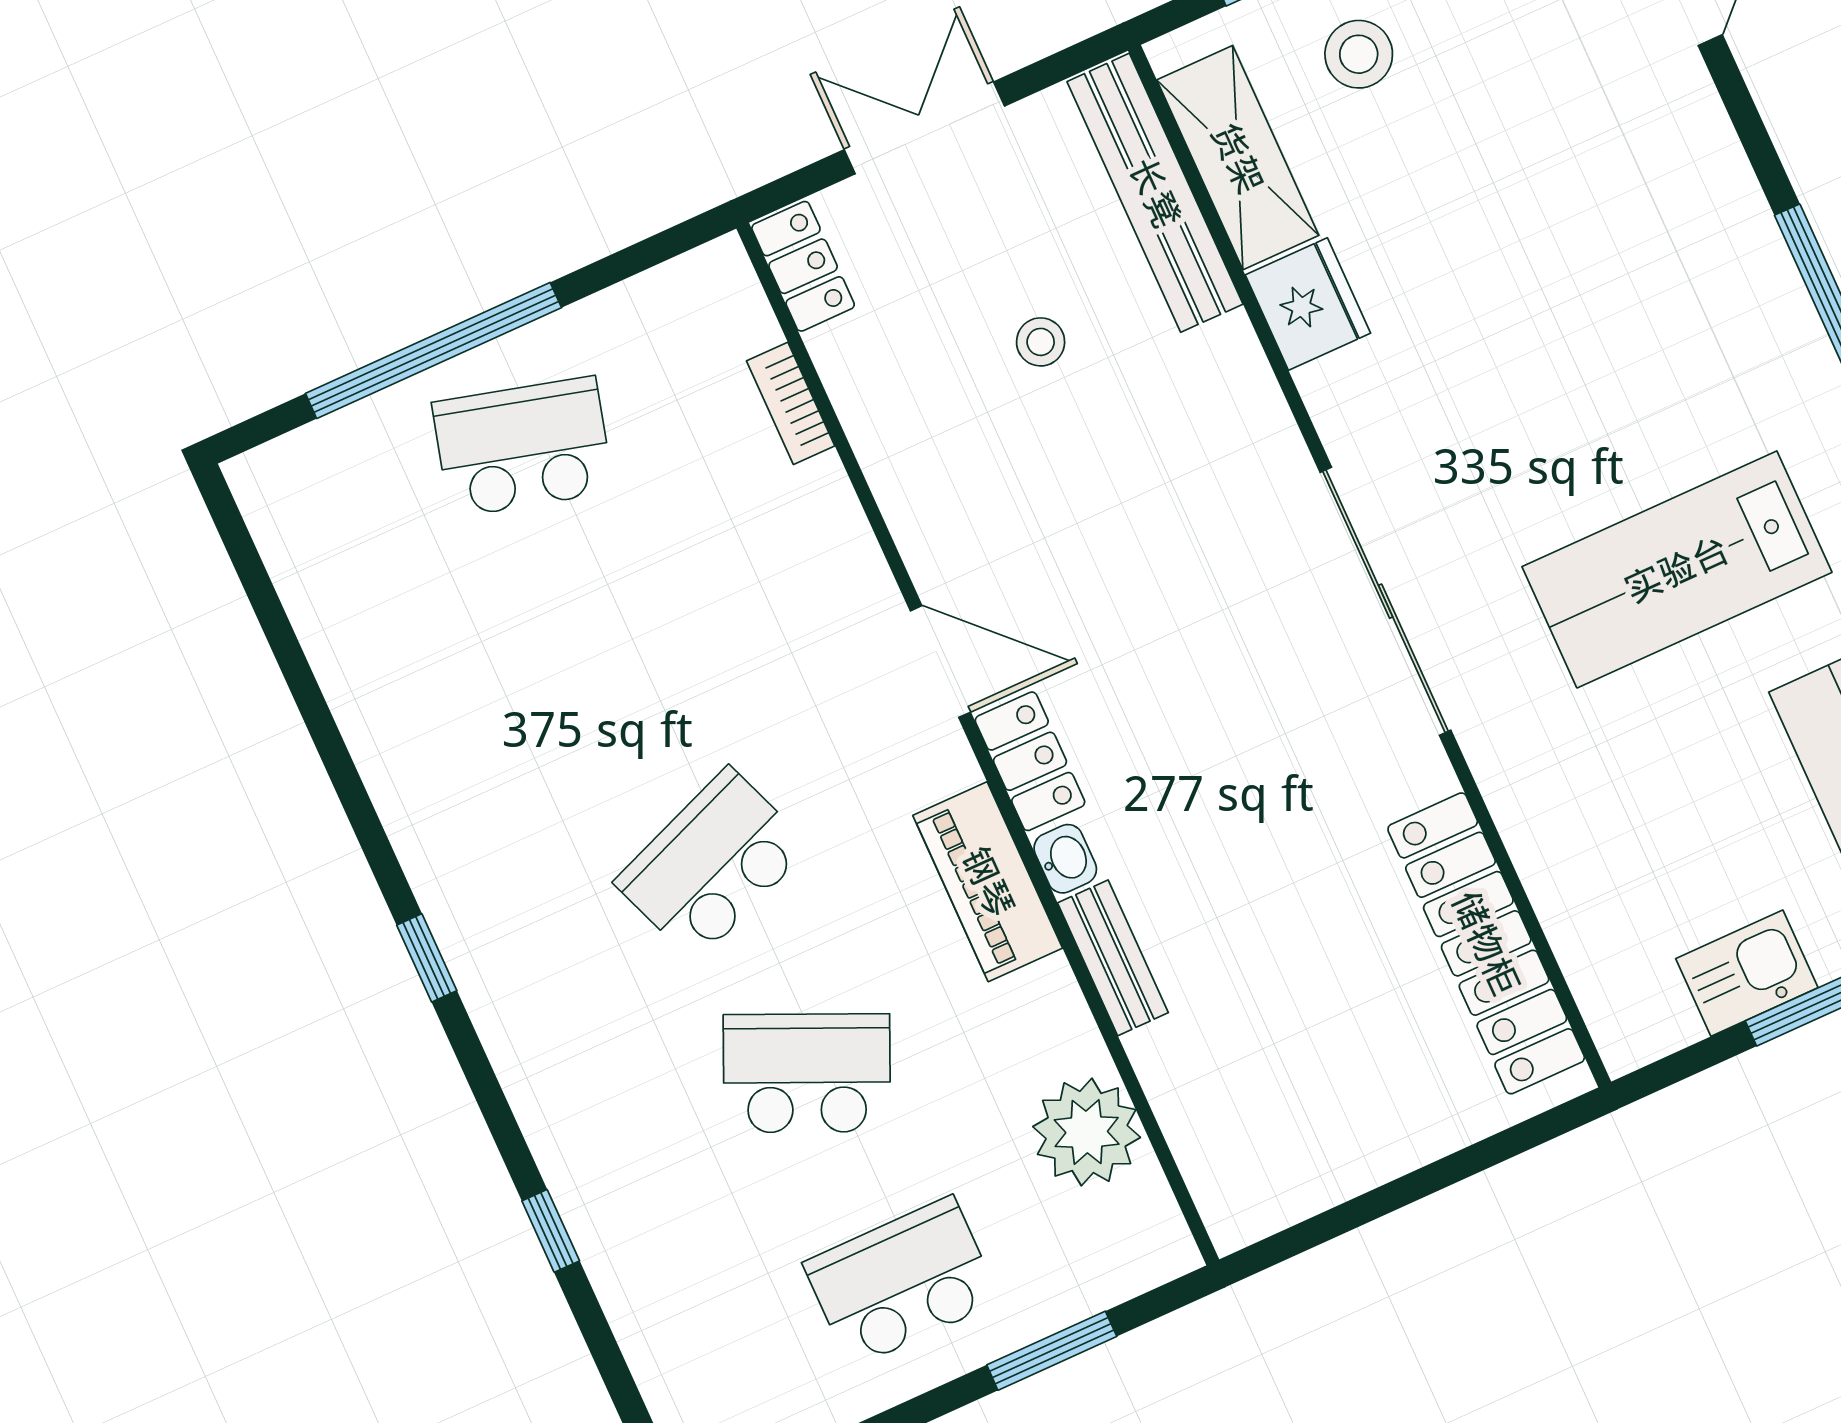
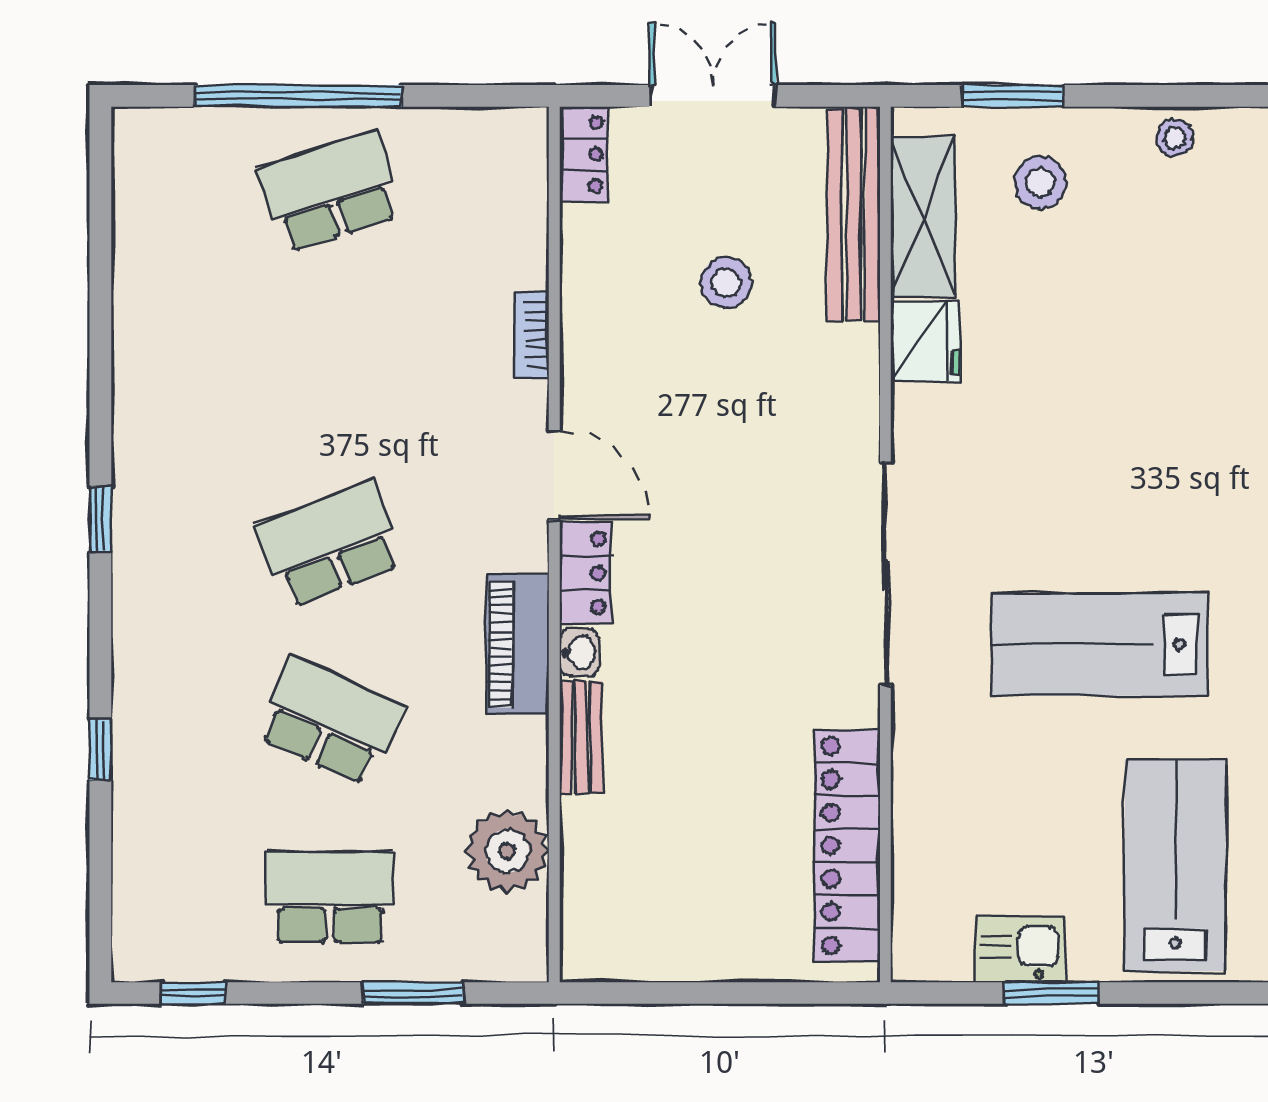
stool: (1041, 342) -> (726, 283), width x1.37, depth x1.37
bookcase: (791, 403) -> (531, 335), moved
school desk: (523, 447) -> (330, 192), turned -33

